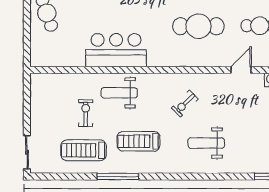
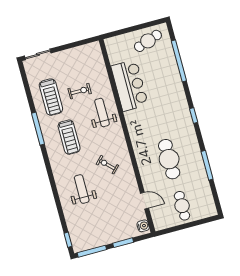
bar counter: (116, 50) -> (130, 85), moved
treadmill: (138, 141) -> (69, 137), turned 180
treadmill: (84, 150) -> (51, 97), turned 180

